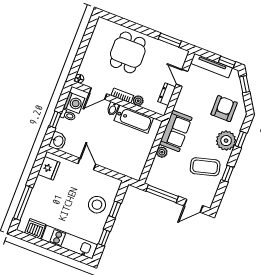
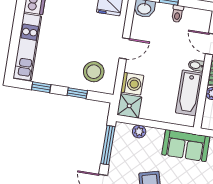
washing machine: (74, 103) -> (132, 84), moved, turned -90
plant: (162, 152) -> (139, 132), moved
shower: (134, 170) -> (129, 106), added
stool: (97, 205) -> (94, 72), moved

